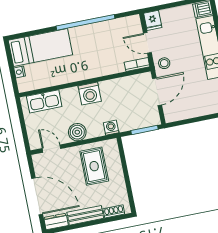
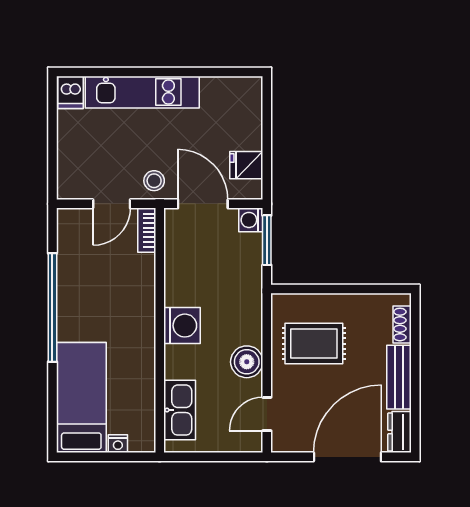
fridge: (153, 20) -> (246, 165), moved, turned 180
washing machine: (111, 128) -> (251, 220), moved

